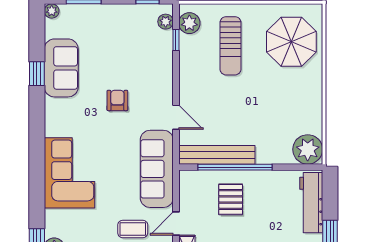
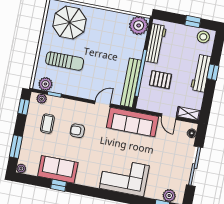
armchair: (117, 100) -> (77, 131), moved
workbench: (311, 203) -> (156, 44), moved, turned -90
coffee table: (133, 229) -> (47, 124), moved

